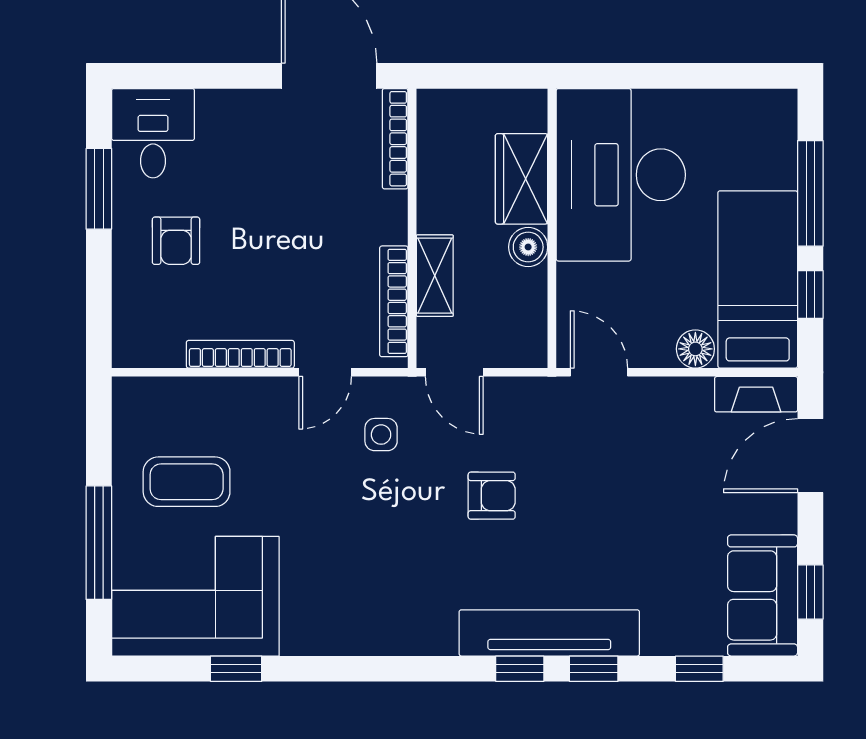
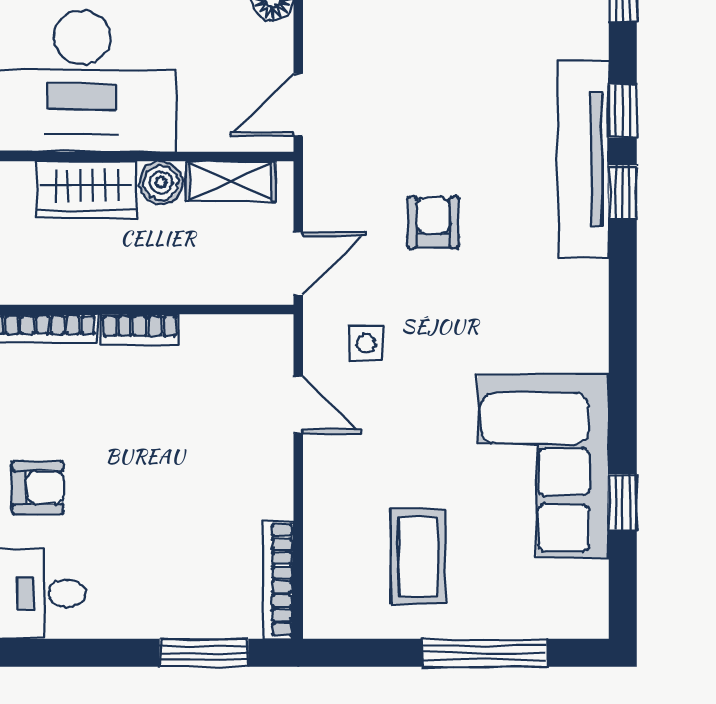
window: (99, 189) -> (204, 653), moved
armchair: (176, 241) -> (38, 488), moved
shelving: (435, 276) -> (231, 181), moved
bookcase: (394, 301) -> (140, 330), moved, width x0.64
bookcase: (240, 354) -> (278, 580), moved
corner sofa: (195, 596) -> (543, 466), moved

